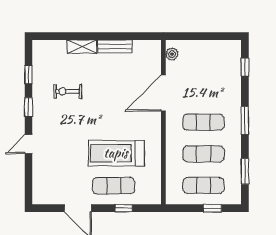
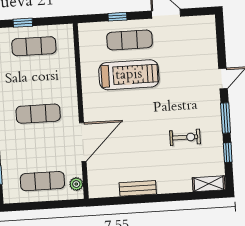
shelving: (82, 47) -> (209, 184), moved
window: (29, 107) -> (226, 118), width x1.50
exercise mat: (203, 154) -> (42, 181), moved

